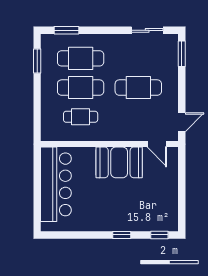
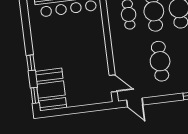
door: (157, 144) -> (113, 83), swing flipped
booth: (119, 162) -> (51, 90), moved

